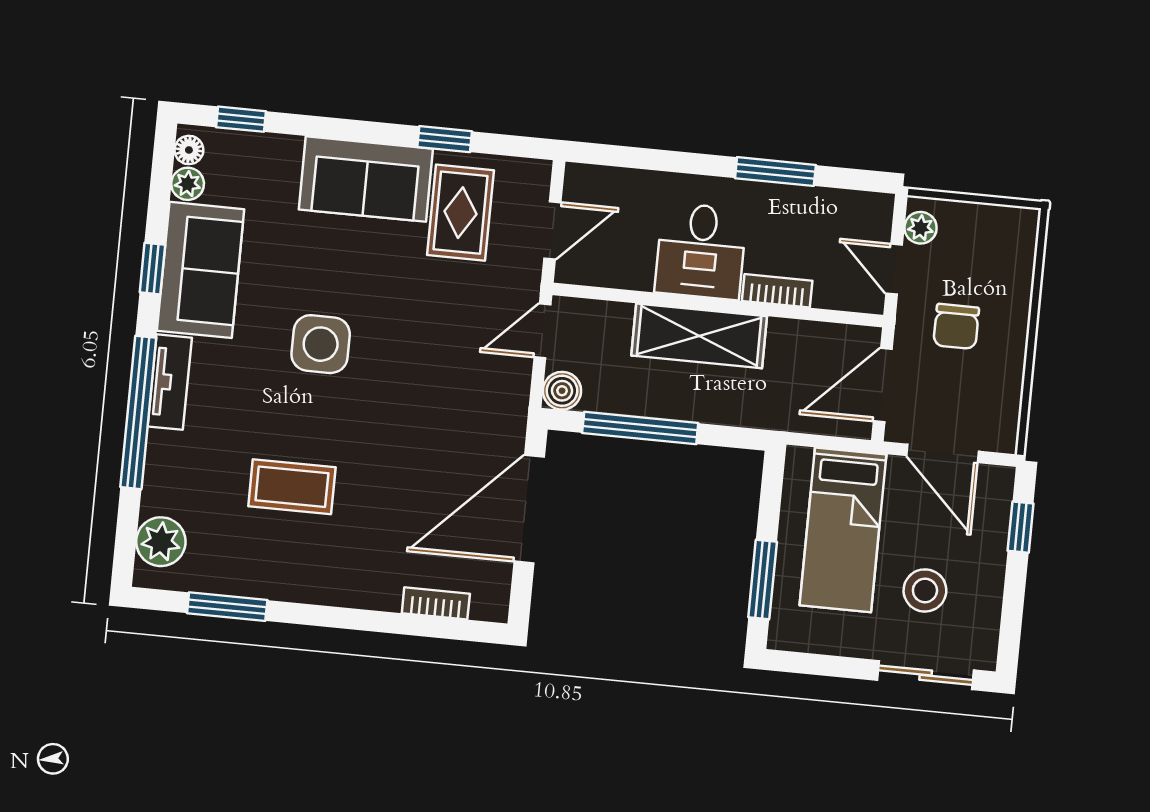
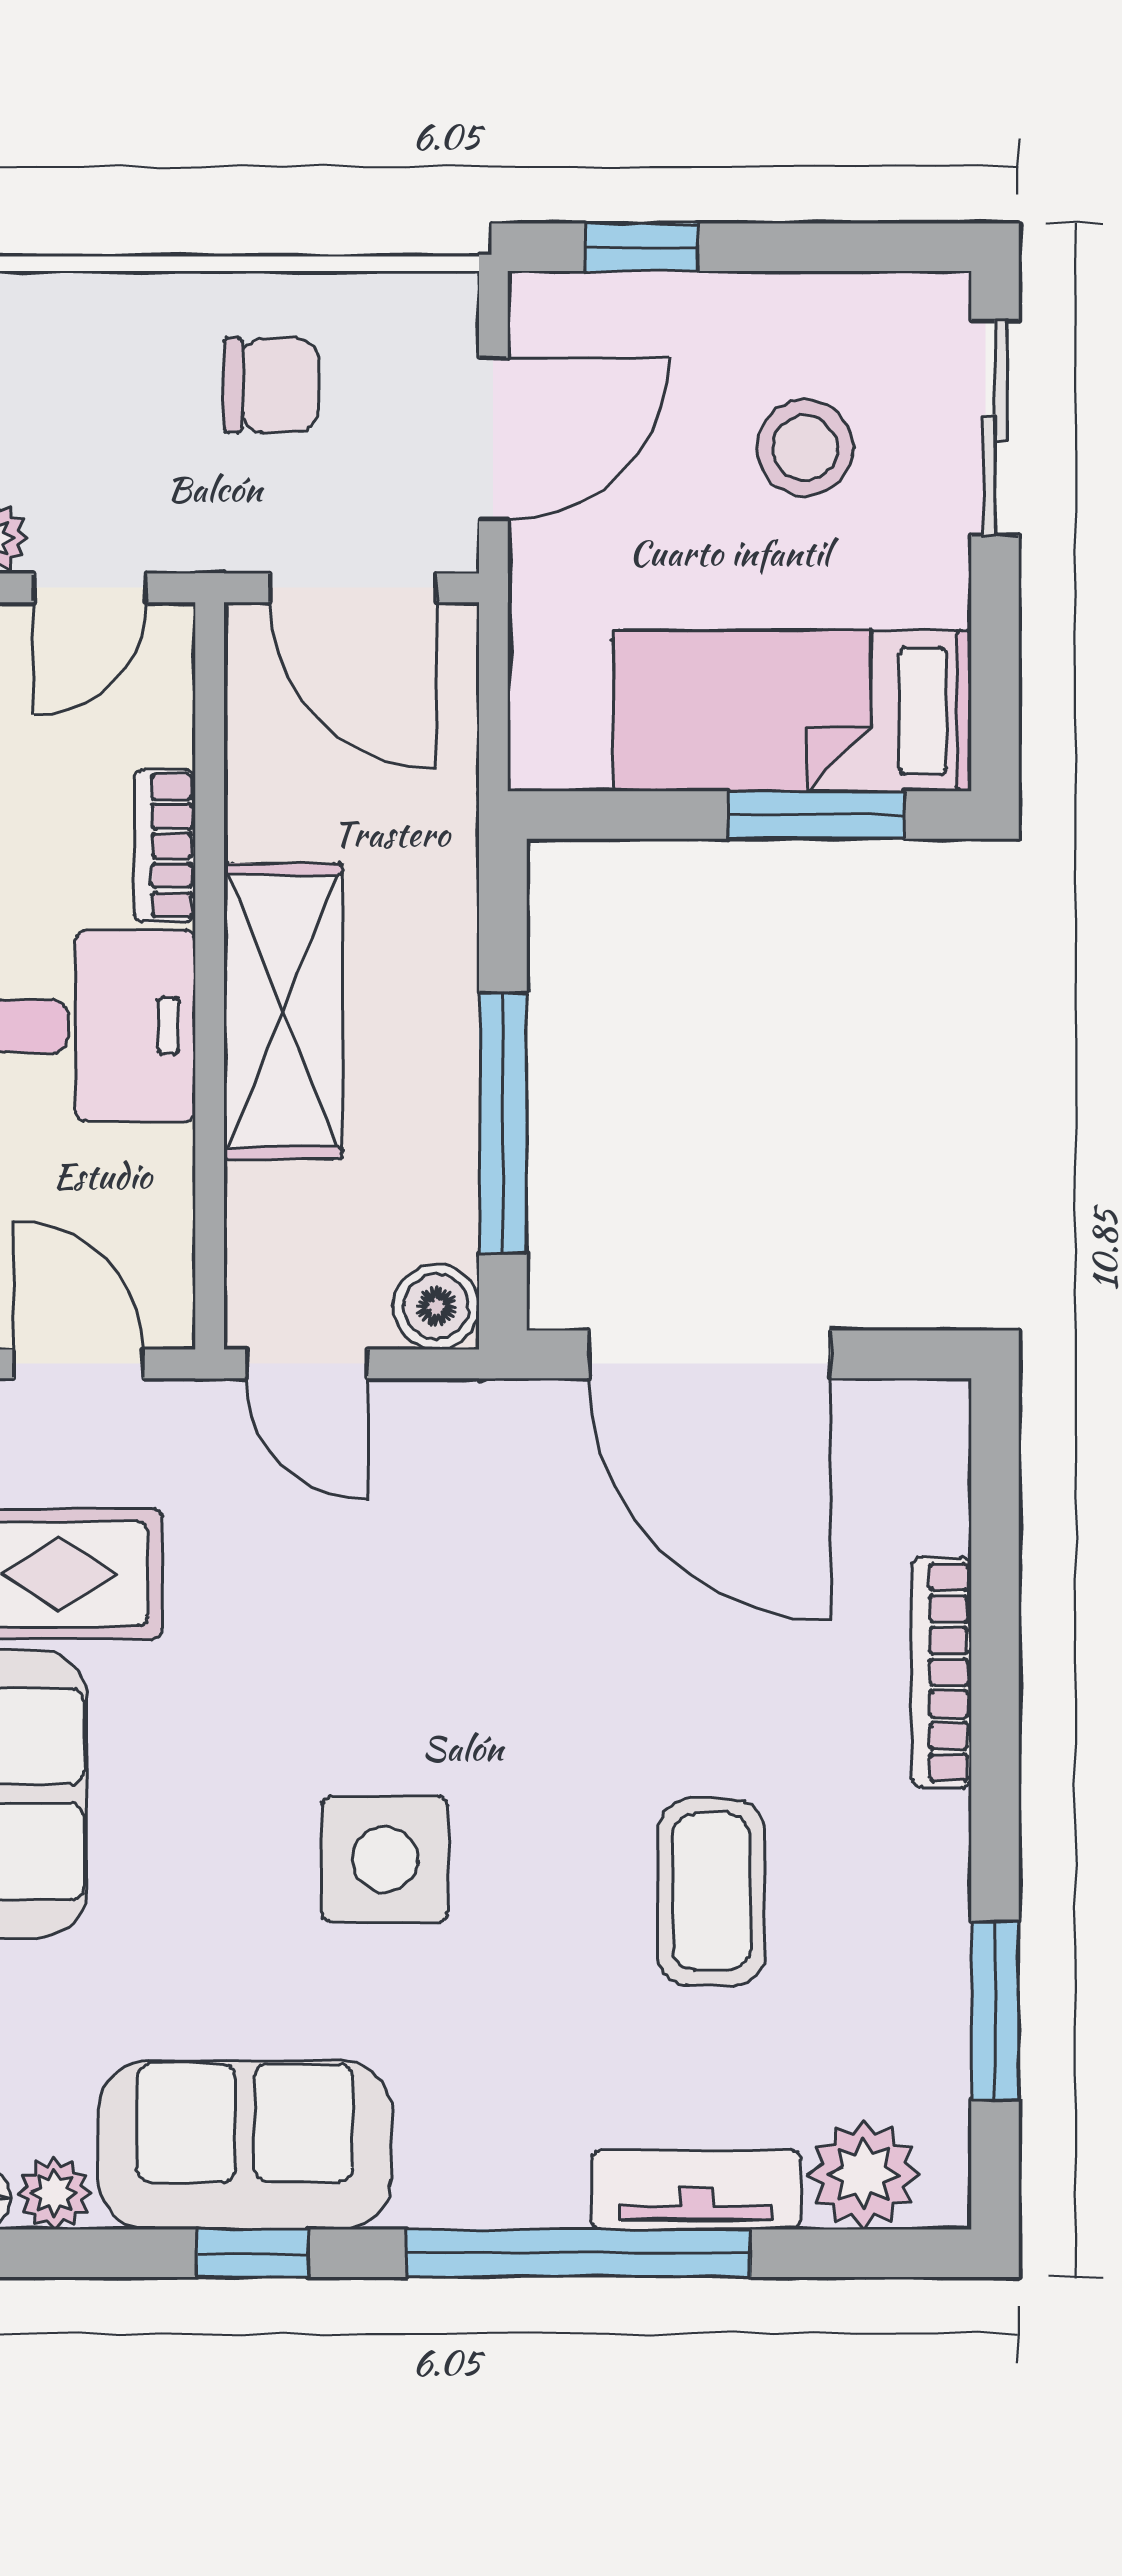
chair: (956, 326) -> (271, 385), moved
tv unit: (170, 382) -> (696, 2190), moved
bed: (843, 530) -> (792, 711), moved, turned 180
bookcase: (436, 603) -> (942, 1672), moved, width x1.56

